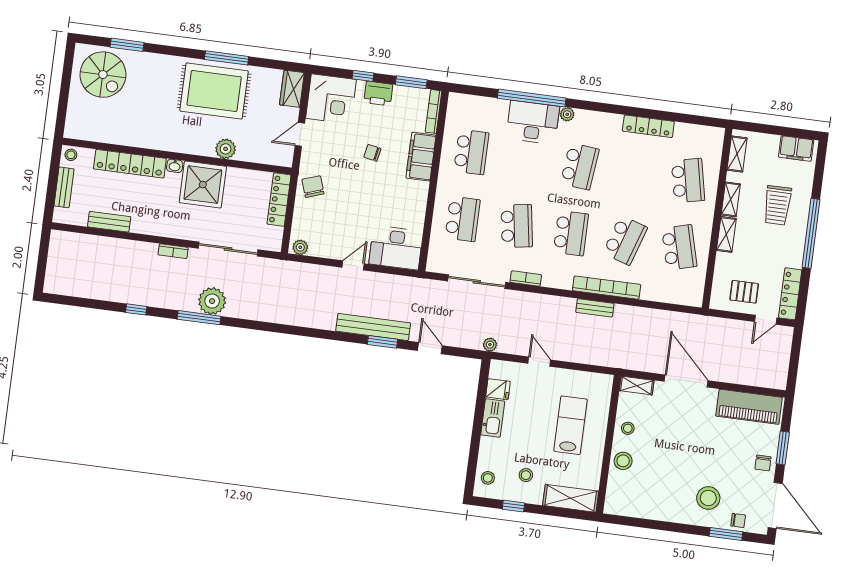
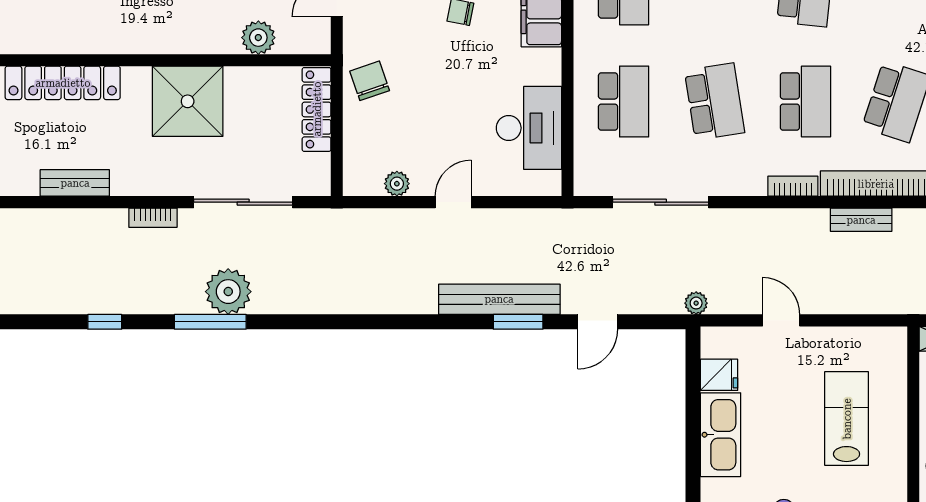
plant: (226, 149) -> (258, 38), moved
washbasin: (175, 166) -> (137, 77), removed
bench: (109, 222) -> (75, 183), moved
plant: (300, 247) -> (397, 184), moved
desk: (396, 248) -> (529, 128), moved, turned -90
bookcase: (526, 278) -> (793, 186), moved
door: (430, 348) -> (598, 322), swing flipped
kitchen sink: (493, 418) -> (721, 435), width x1.36, depth x1.24

